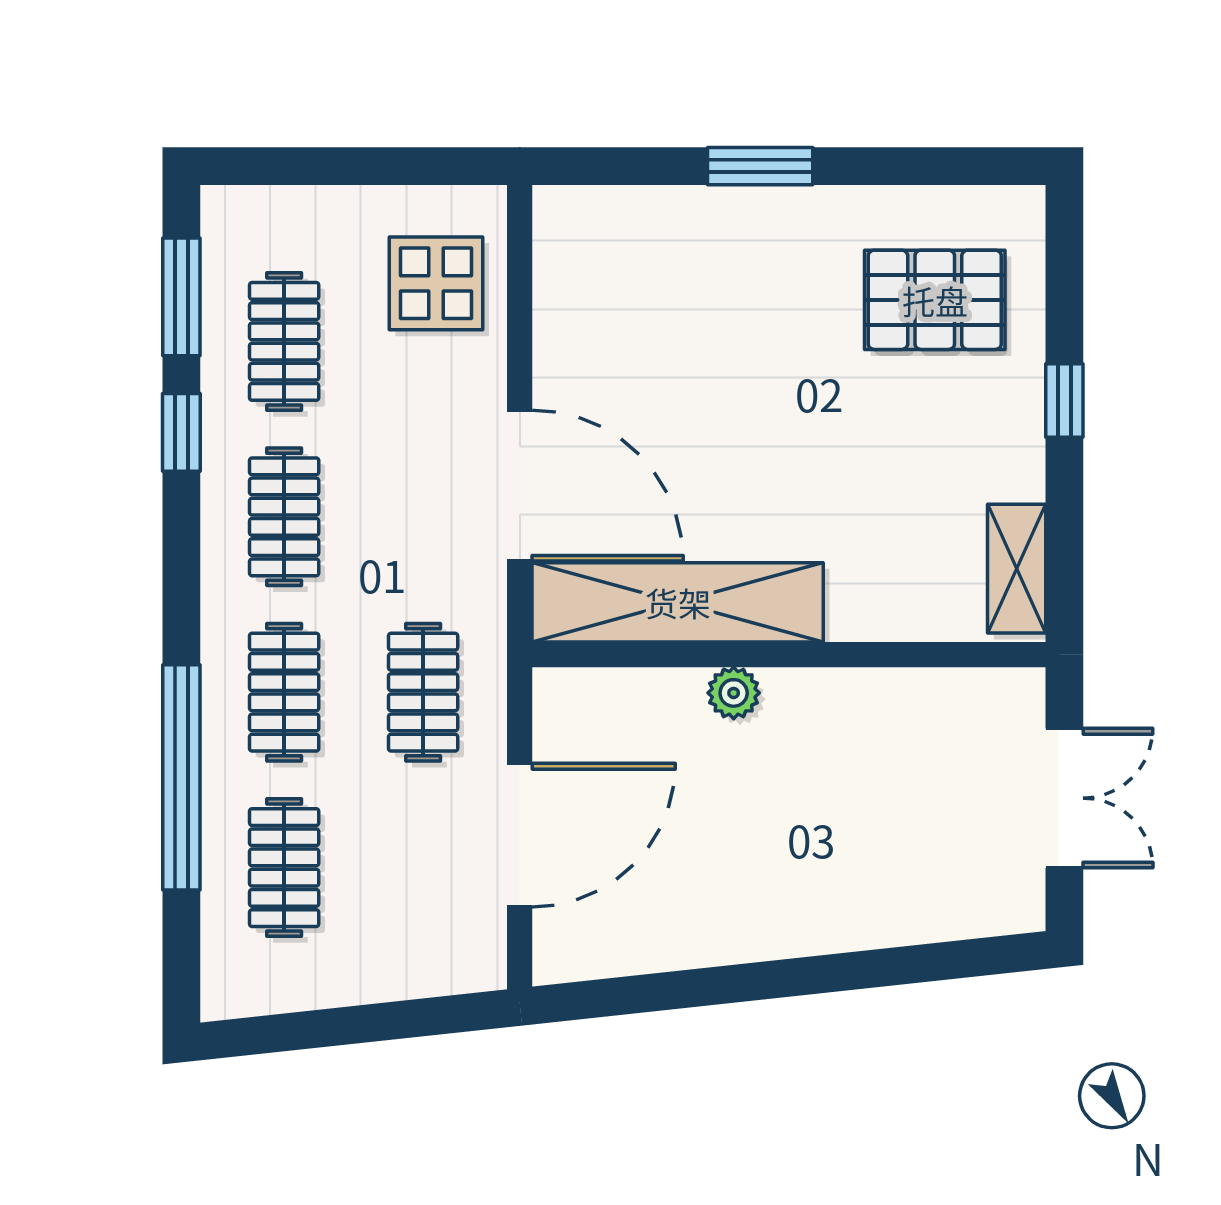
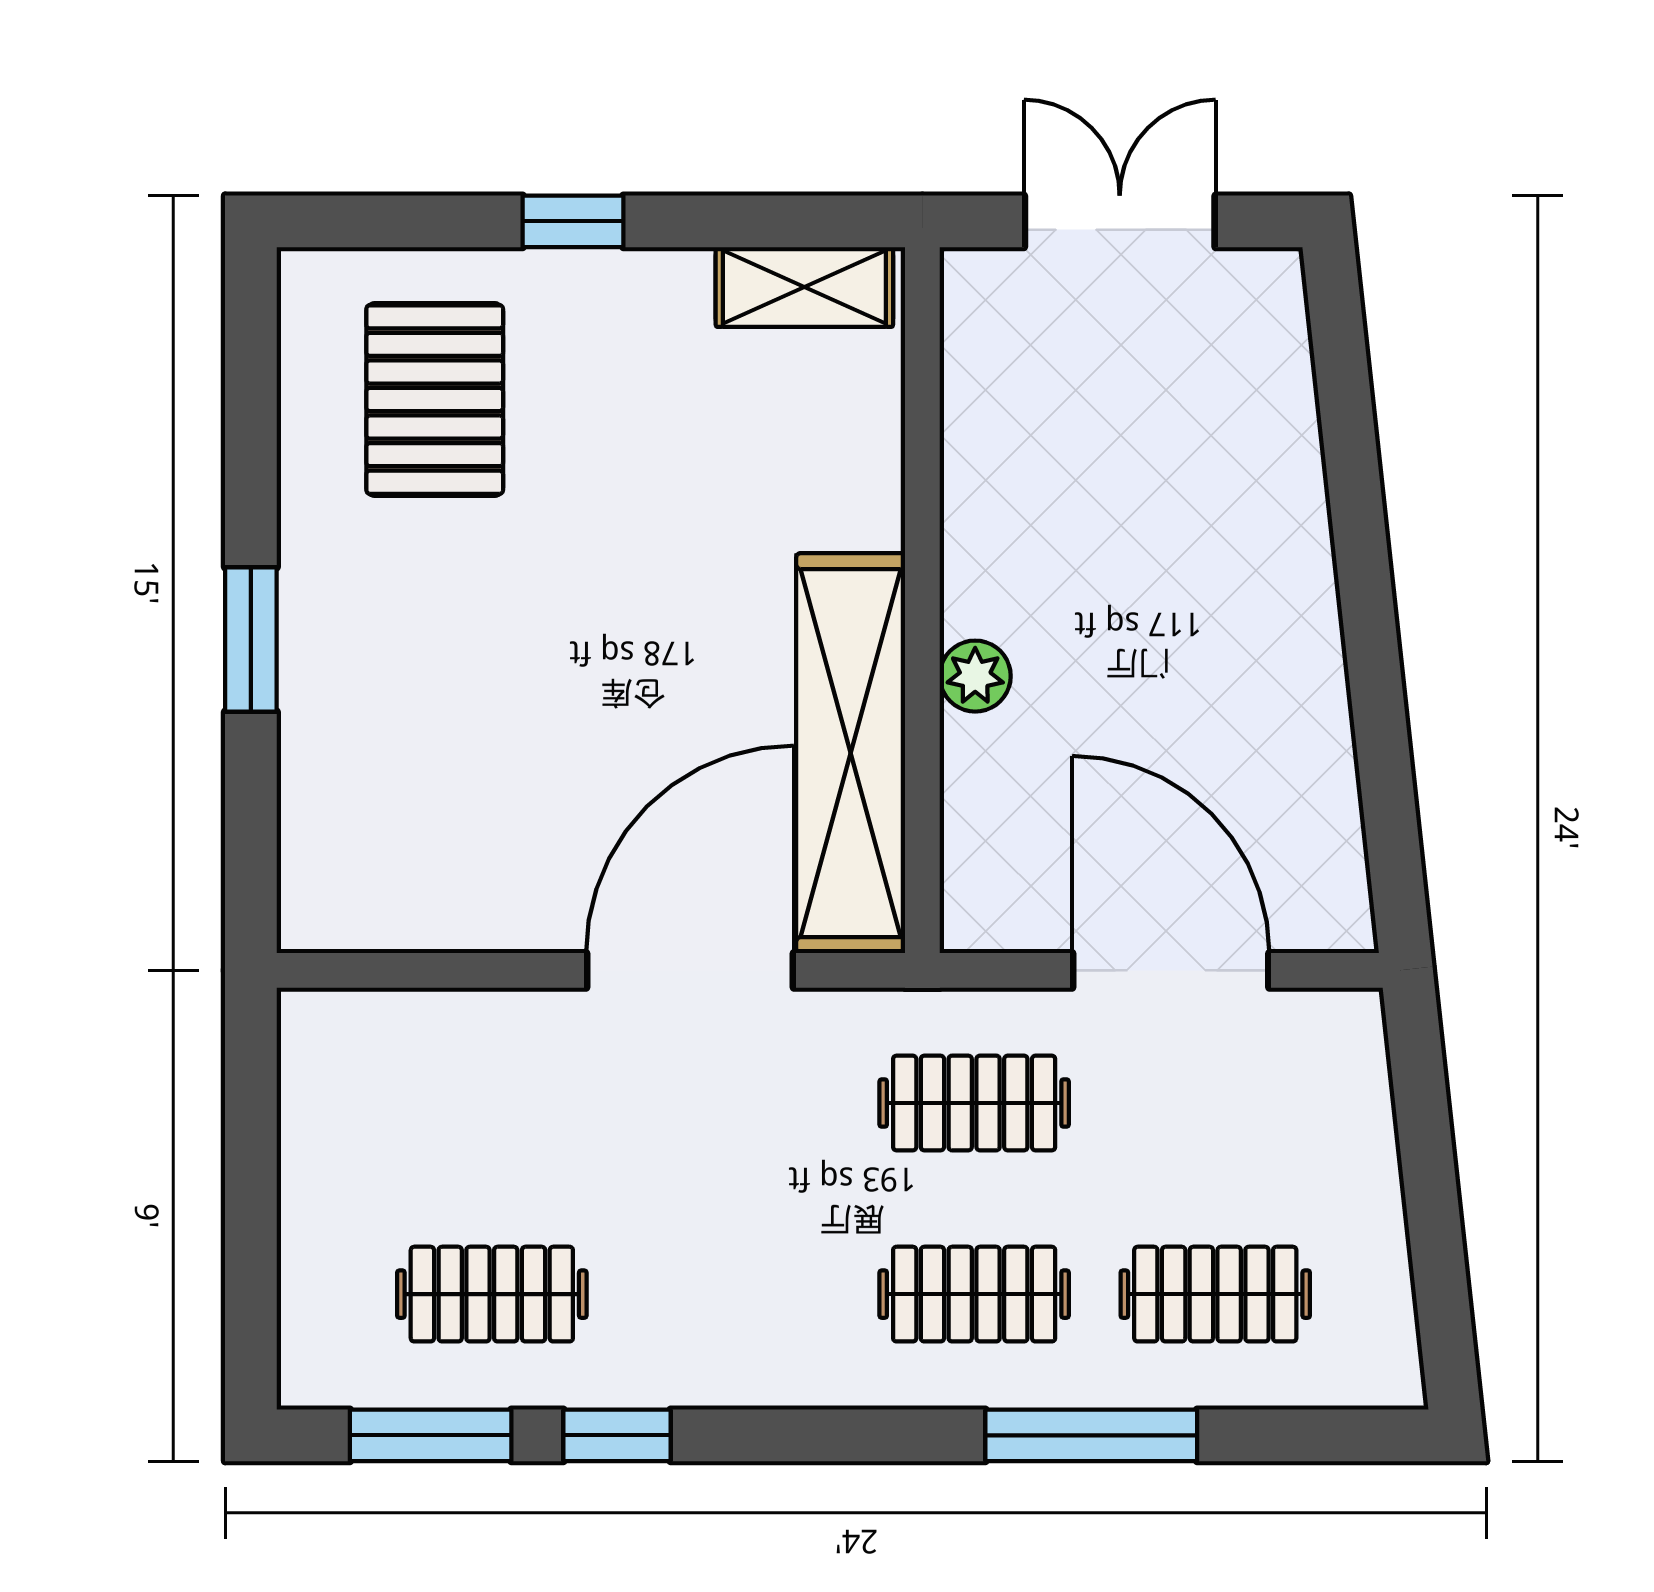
display table: (436, 283) -> (412, 1085), removed
clothes rail: (284, 517) -> (733, 1294), removed
window: (181, 777) -> (1091, 1435), width x0.68

